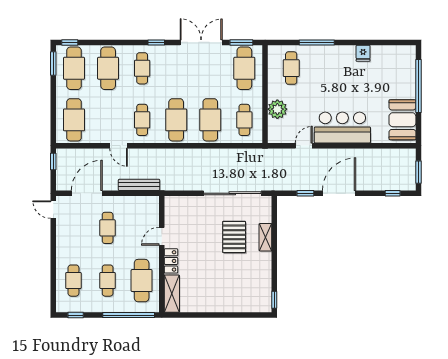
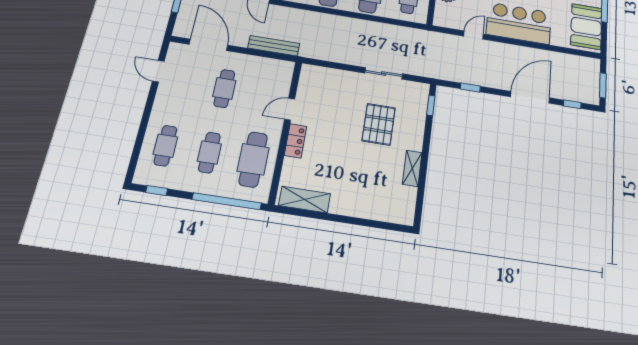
door: (87, 193) -> (208, 45), hinge flipped
sliding door: (232, 193) -> (384, 73), width x0.54
door: (339, 193) -> (530, 97), moved
door: (53, 210) -> (158, 71), moved
shelving: (265, 237) -> (412, 168), moved
shelving: (172, 294) -> (305, 200), moved, turned 90
window: (274, 300) -> (431, 105), moved

